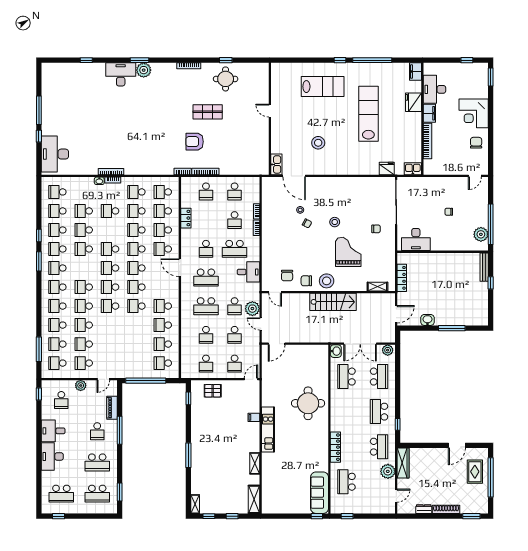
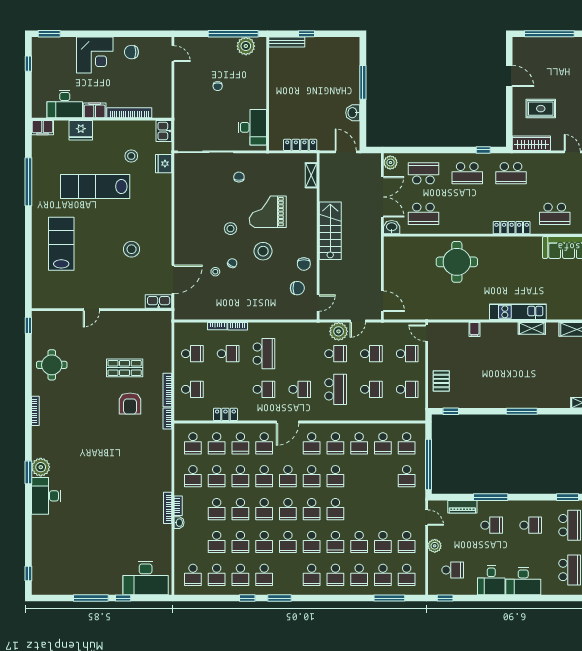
window: (86, 60) -> (28, 573), moved
window: (226, 60) -> (28, 325), moved
window: (340, 60) -> (28, 222), removed
shop shelf: (208, 112) -> (125, 368), moved, turned 90
stool: (393, 143) -> (131, 156), added
school desk: (110, 230) -> (240, 509), added
school desk: (57, 268) -> (288, 542), moved
desk: (249, 272) -> (293, 336), removed
school desk: (206, 278) -> (300, 389), width x0.54
stool: (327, 281) -> (263, 251), moved
school desk: (163, 287) -> (312, 443), added
school desk: (136, 363) -> (407, 476), added
kitchen unit: (268, 429) -> (518, 312), moved
school desk: (379, 447) -> (511, 173), turned 180
school desk: (97, 462) -> (531, 525), width x0.54
plant: (388, 471) -> (542, 162), removed
rug: (475, 472) -> (541, 109), moved

